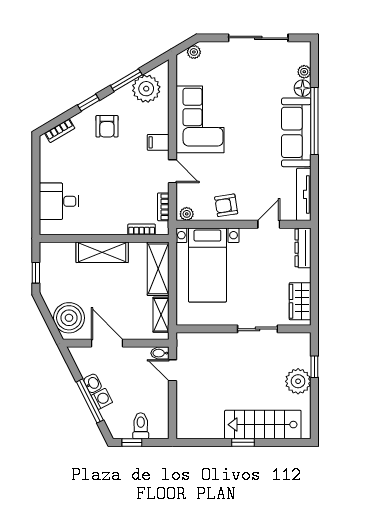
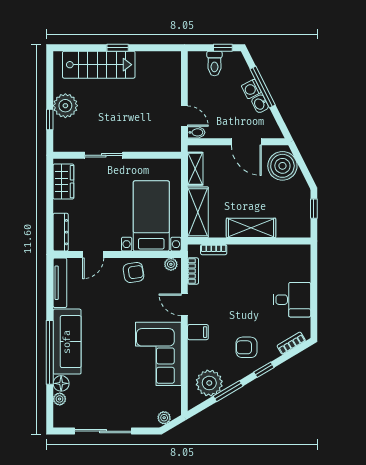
armchair: (107, 126) -> (246, 347), turned -90
desk: (59, 201) -> (292, 300), moved

